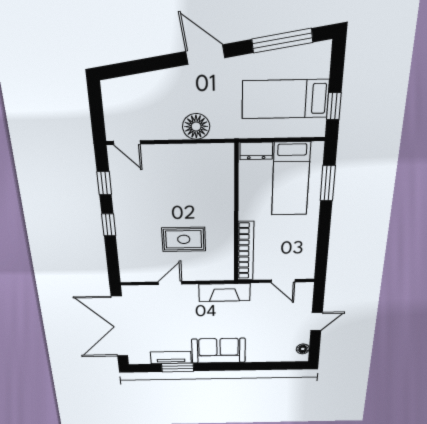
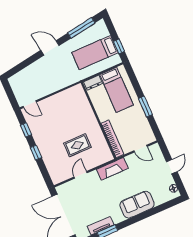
floor lamp: (196, 126) -> (59, 82), removed
window: (328, 183) -> (145, 107), moved
sofa: (219, 351) -> (137, 205), moved

